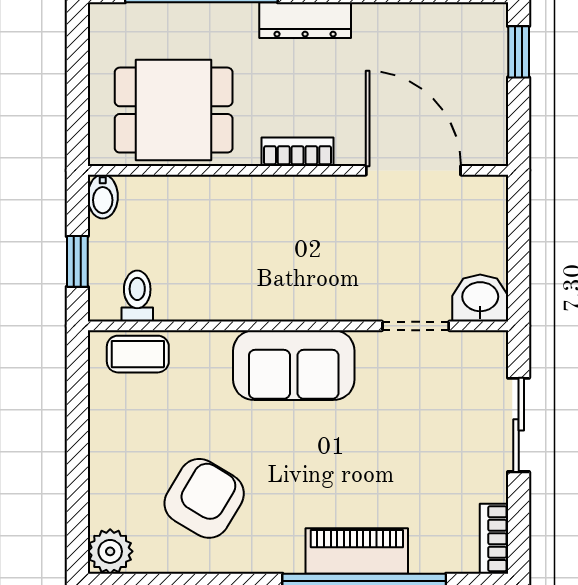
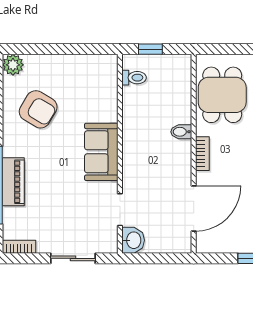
bidet: (103, 197) -> (181, 132), moved
coffee table: (138, 354) -> (107, 78), removed

